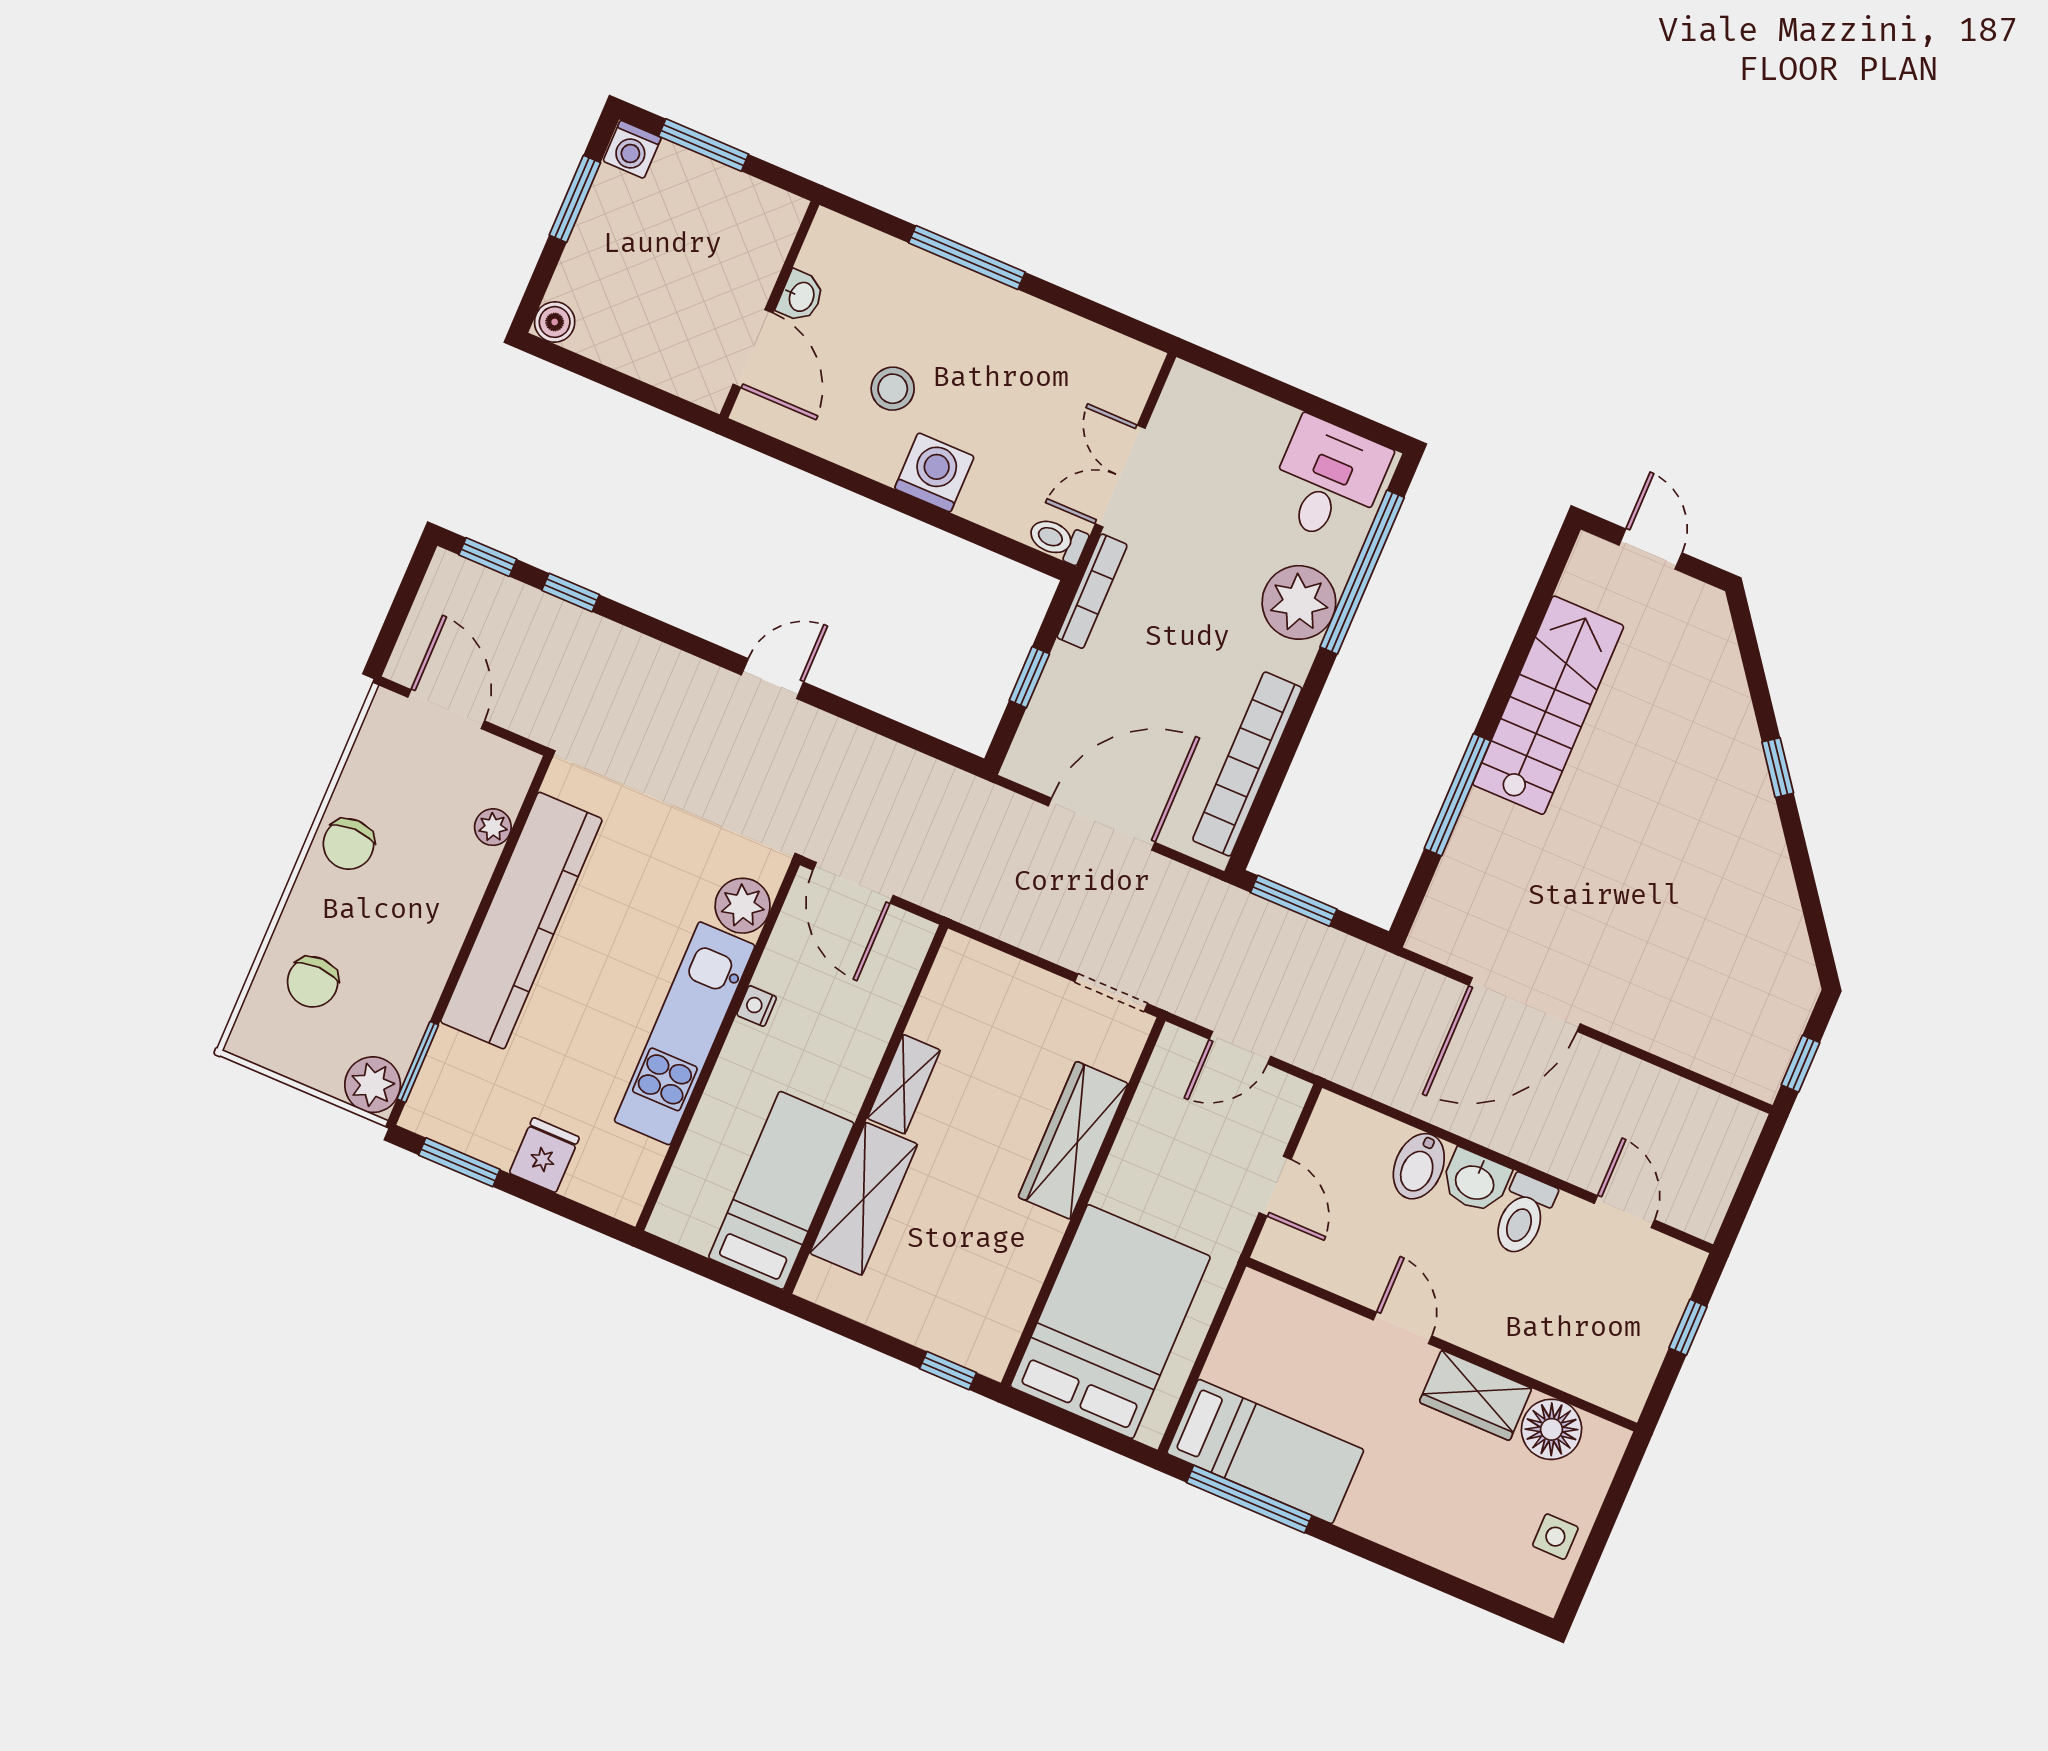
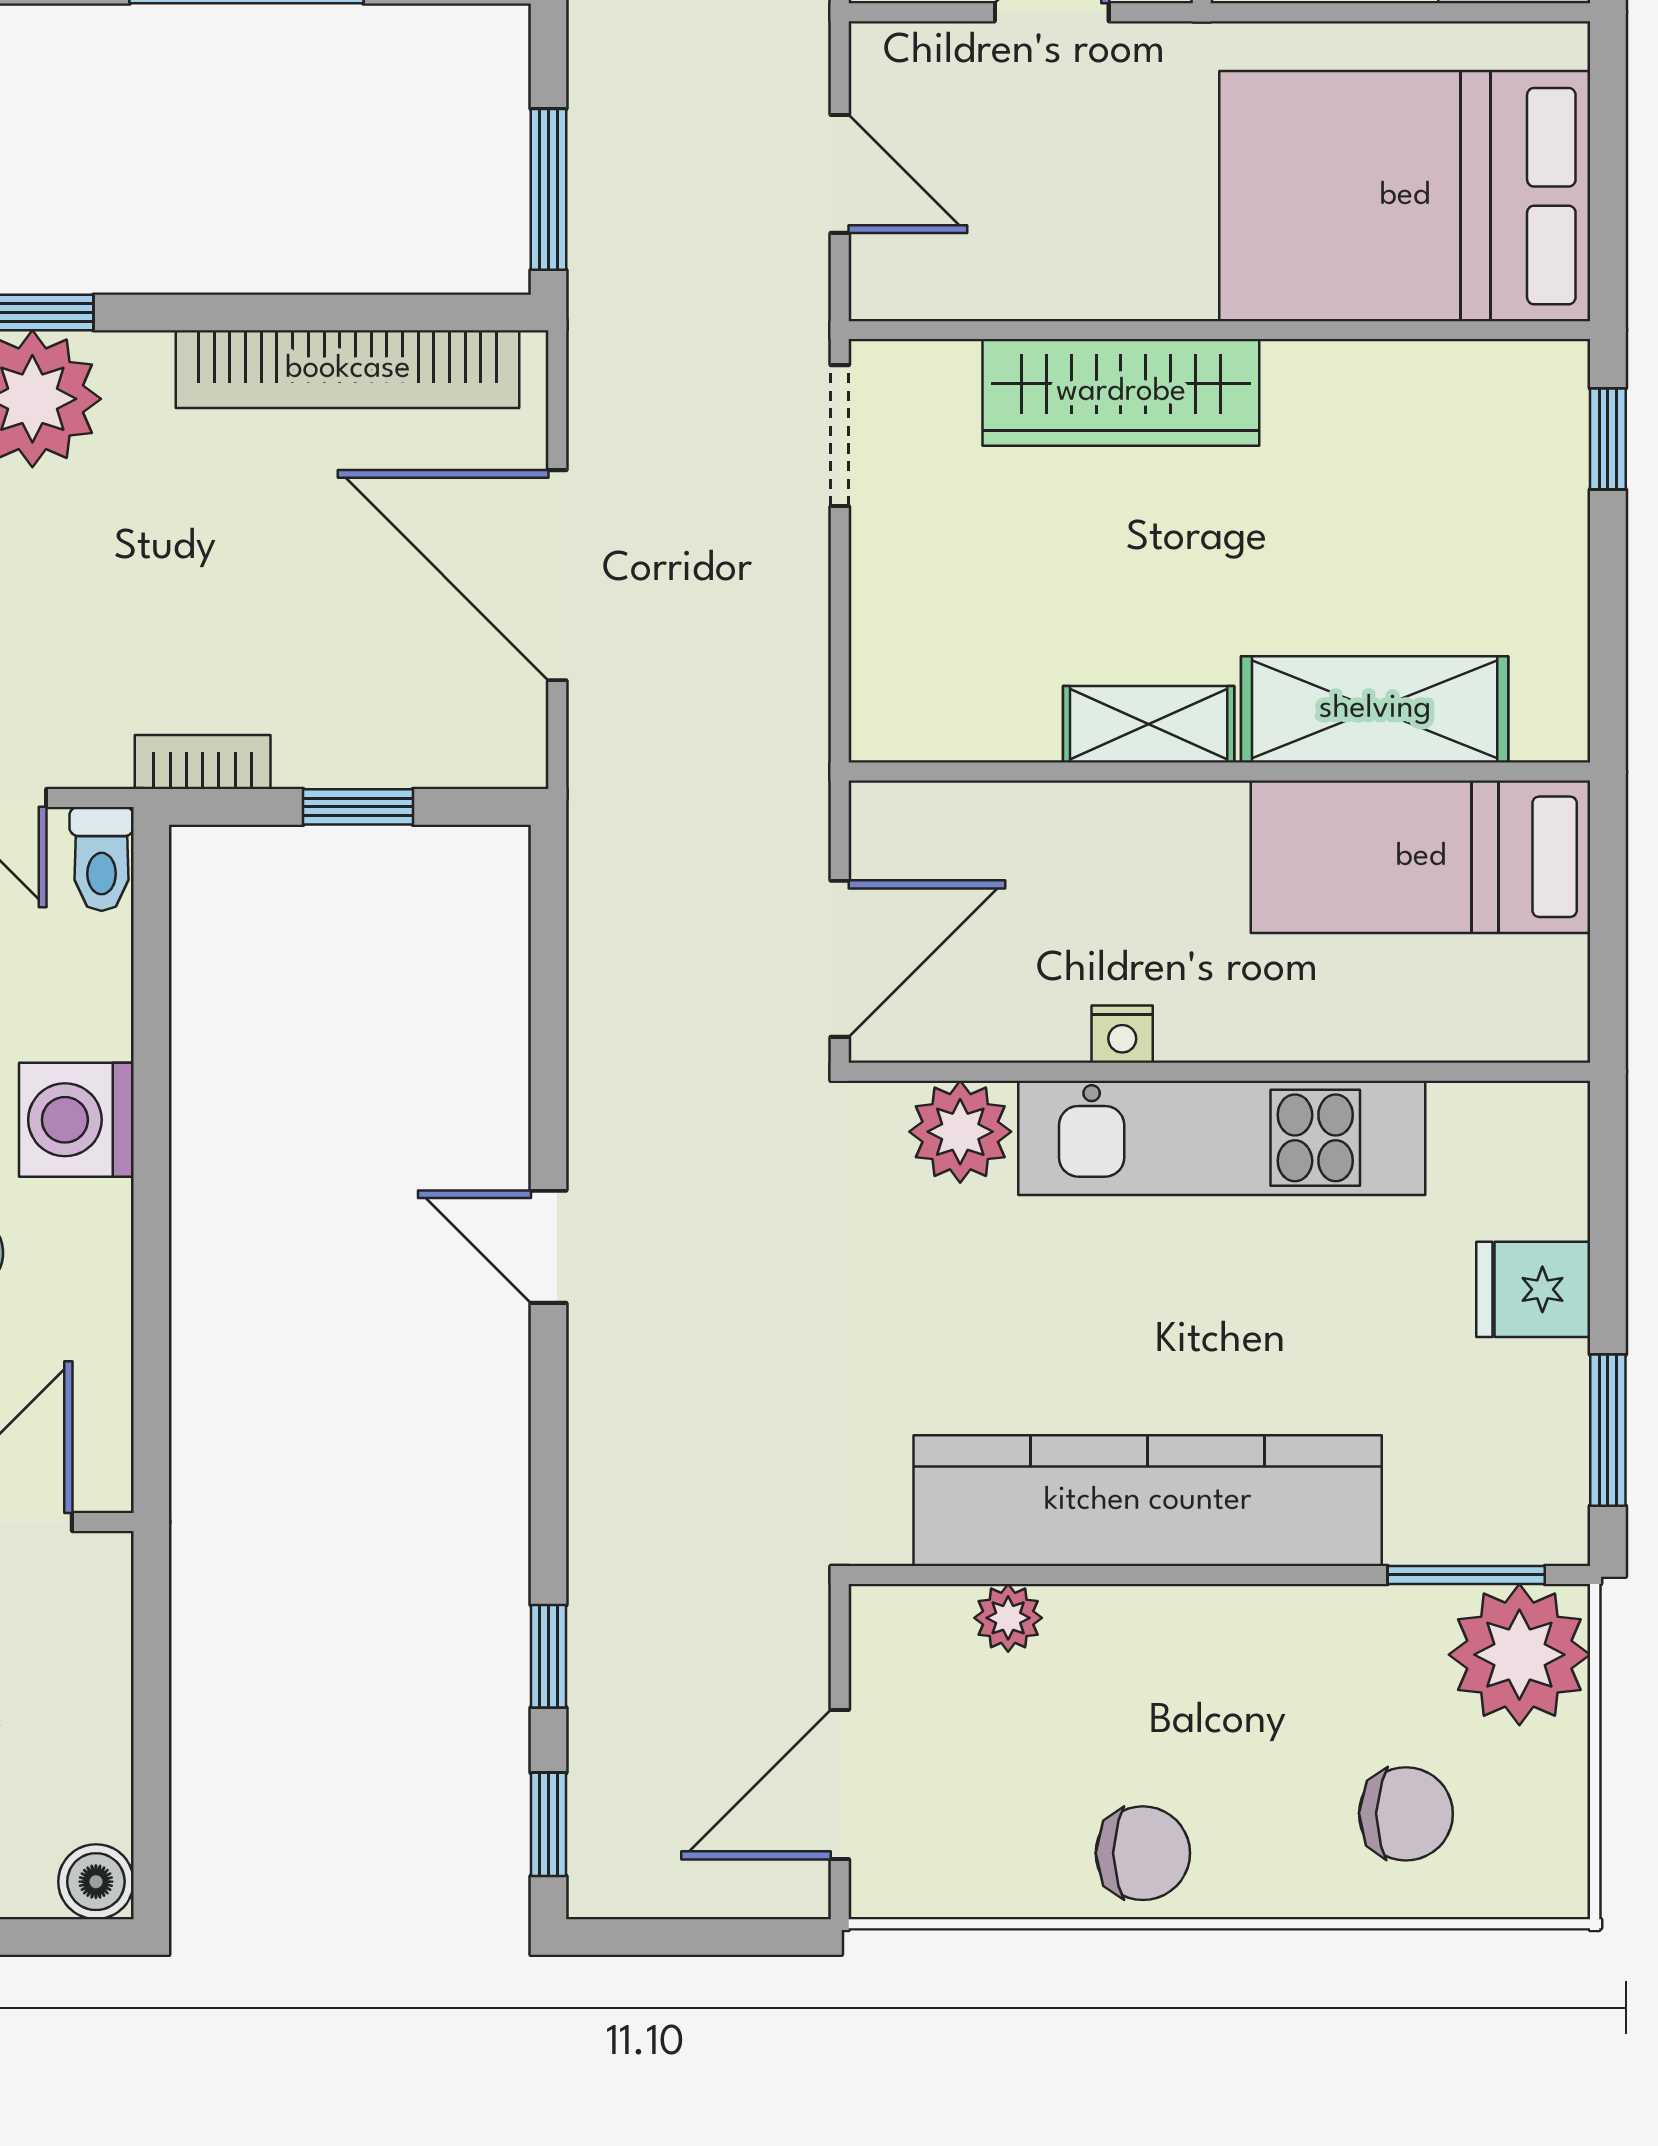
bookcase: (1092, 591) -> (203, 762), width x0.64
plant: (373, 1085) -> (1519, 1655), width x1.36, depth x1.36

